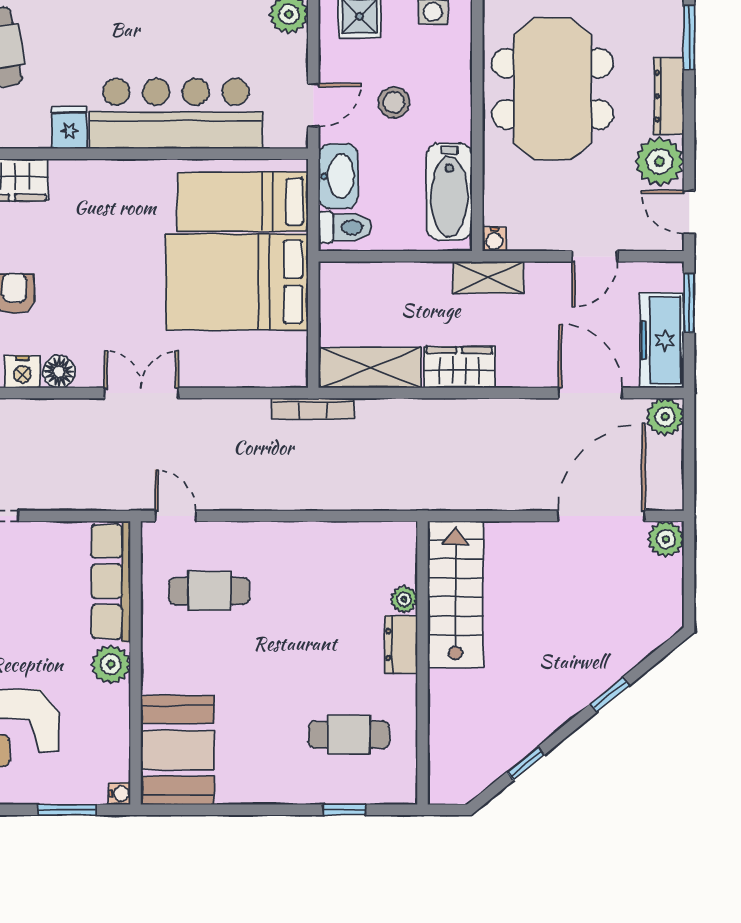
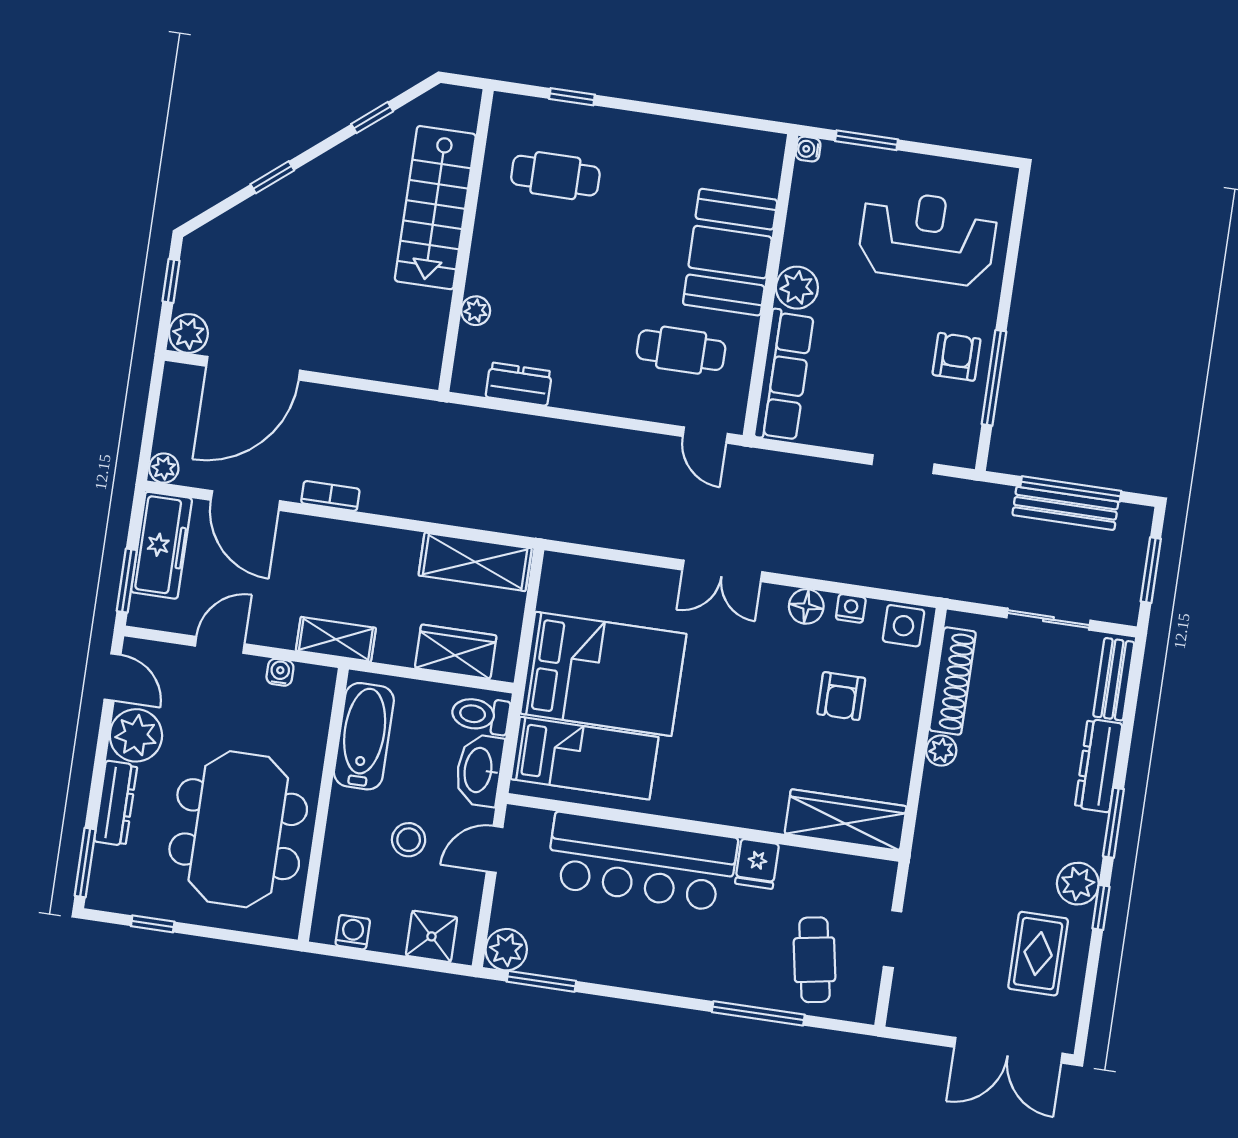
water cooler: (494, 239) -> (280, 672), moved
wardrobe: (459, 367) -> (456, 652), moved, turned 180
nightstand: (22, 372) -> (851, 608), width x0.72, depth x0.74
bookcase: (313, 409) -> (330, 496), moved, width x0.64
plant: (665, 417) -> (164, 468), width x0.73, depth x0.73
window: (689, 585) -> (171, 281), added
stairs: (455, 594) -> (435, 208), moved
dresser: (401, 645) -> (519, 384), moved, turned -90
booth: (177, 750) -> (730, 252), moved

